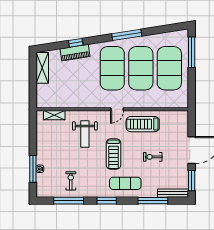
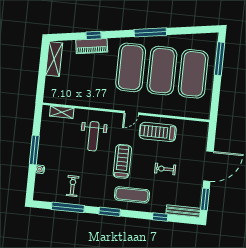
treadmill: (113, 154) -> (122, 161), turned 180
window: (33, 169) -> (34, 150), moved
window: (153, 201) -> (160, 217), width x0.46

